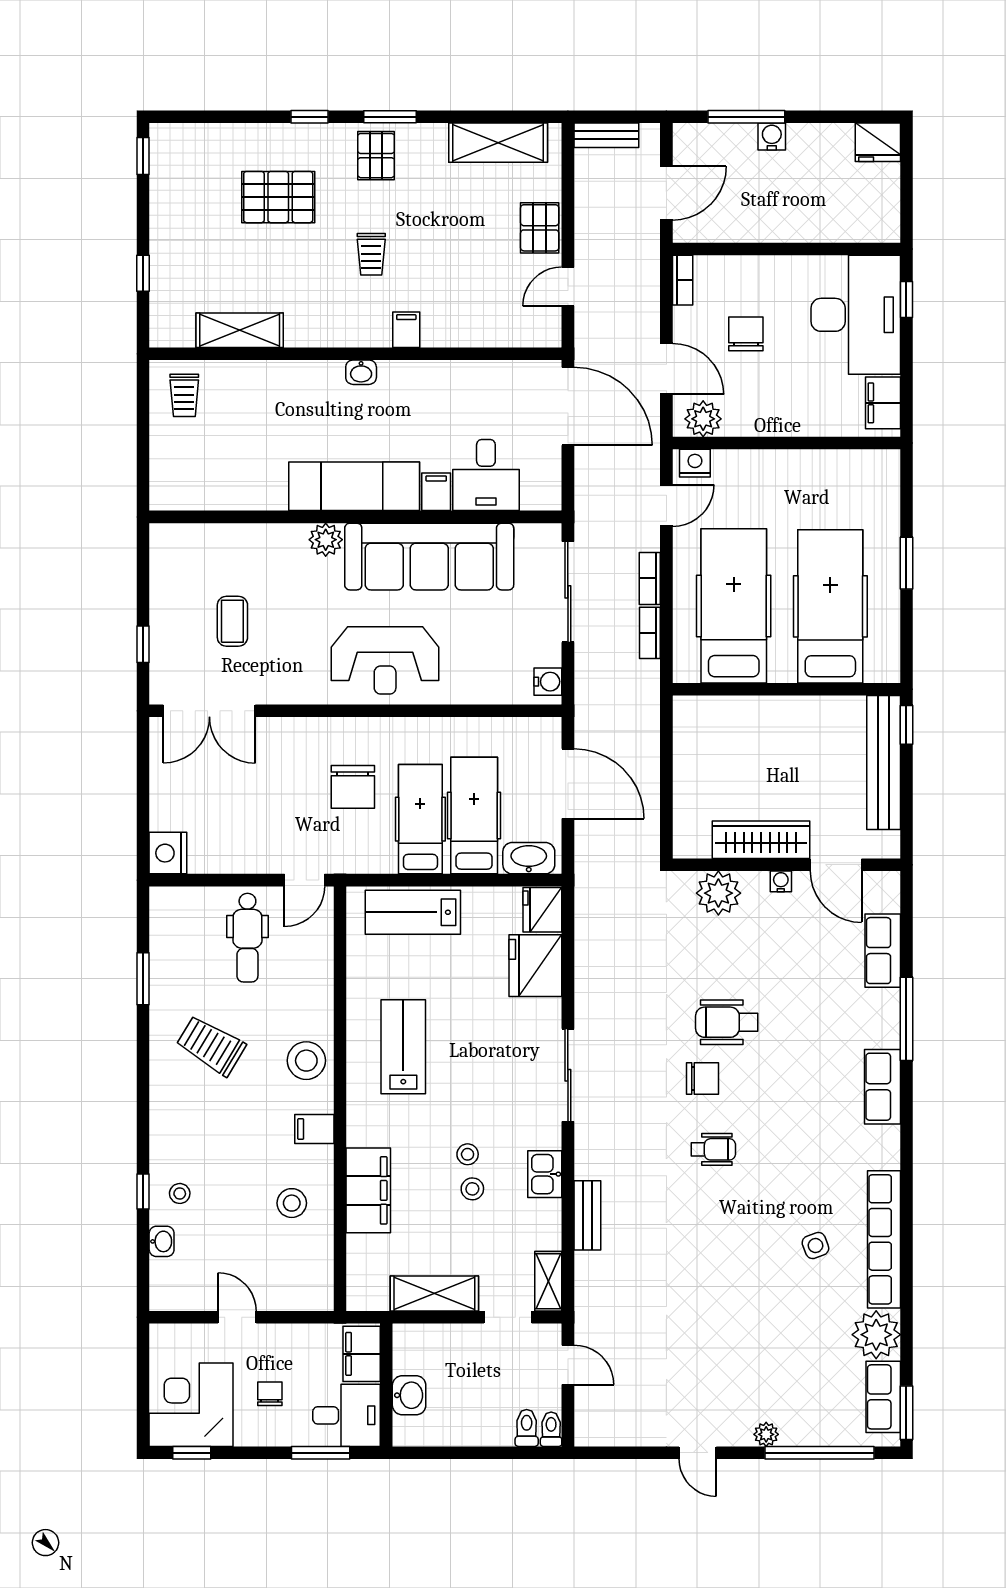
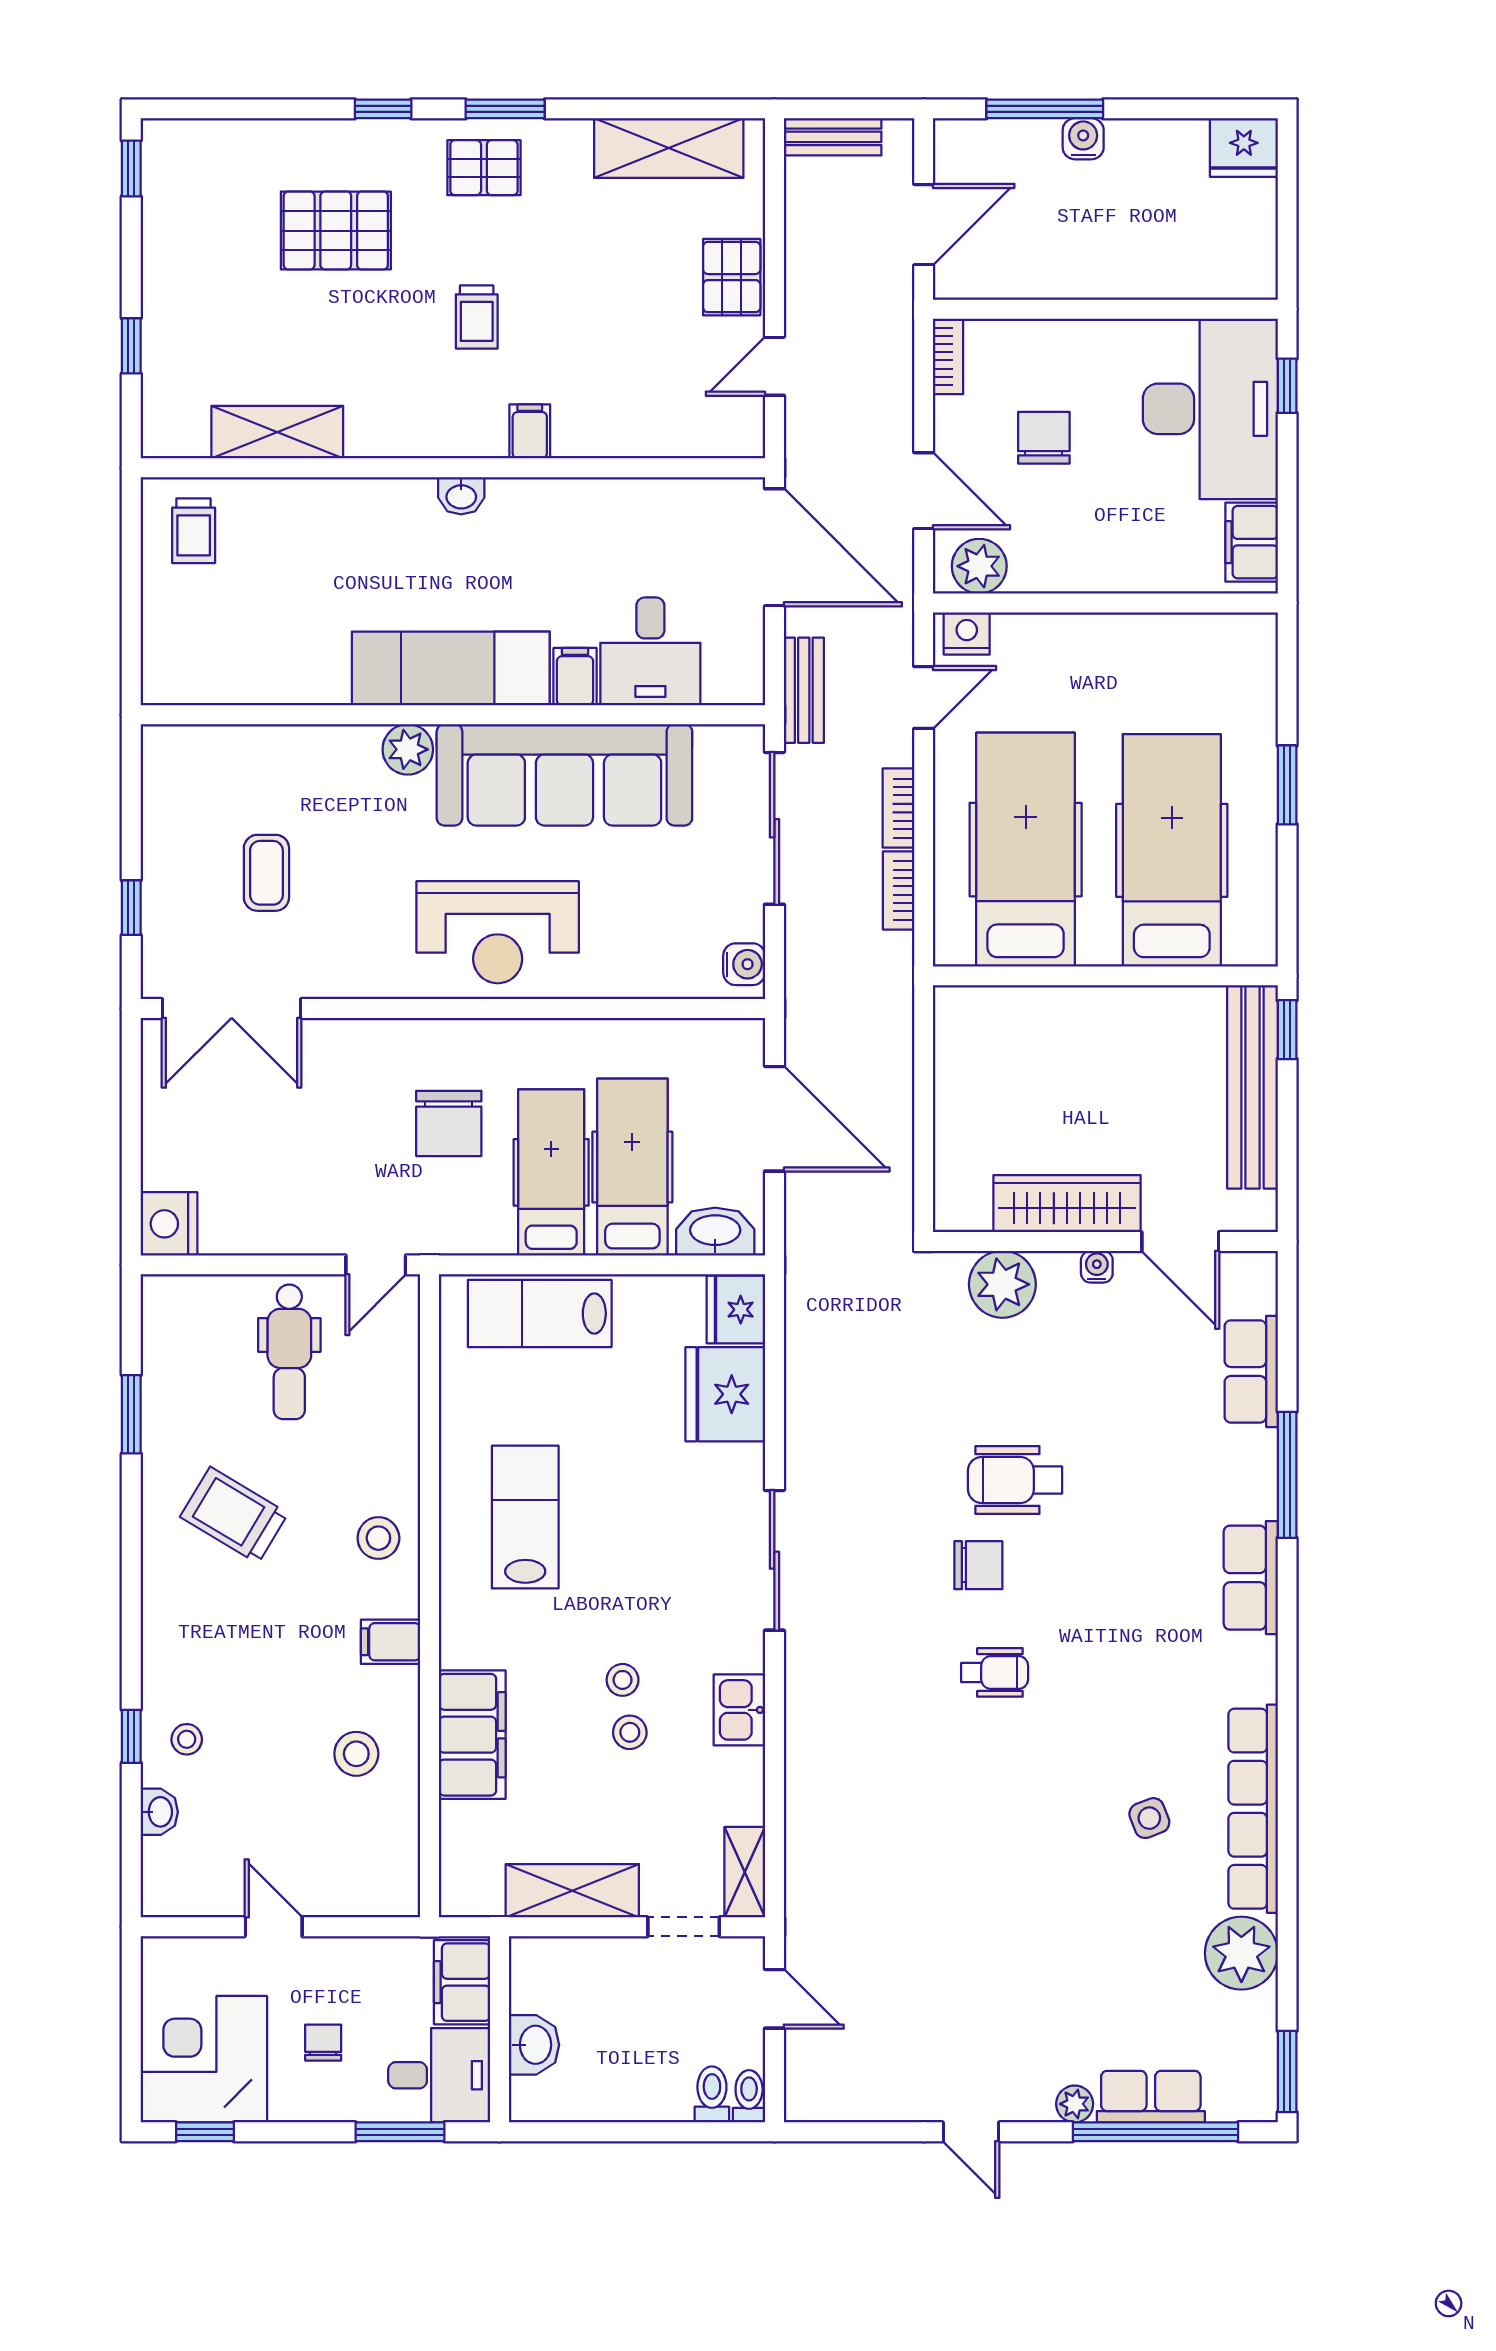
pallet: (376, 156) -> (484, 168), turned 90
stool: (306, 1061) -> (378, 1538), width x0.73, depth x0.73
bench: (587, 1215) -> (804, 690), moved
row of seats: (883, 1397) -> (1151, 2097), moved, turned 90

